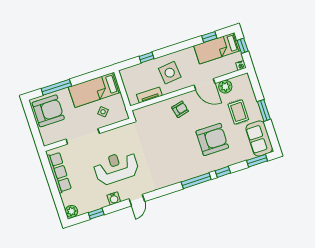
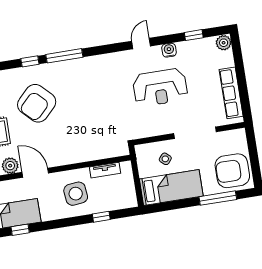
armchair: (180, 109) -> (70, 147), removed
armchair: (212, 139) -> (37, 103), turned -45

